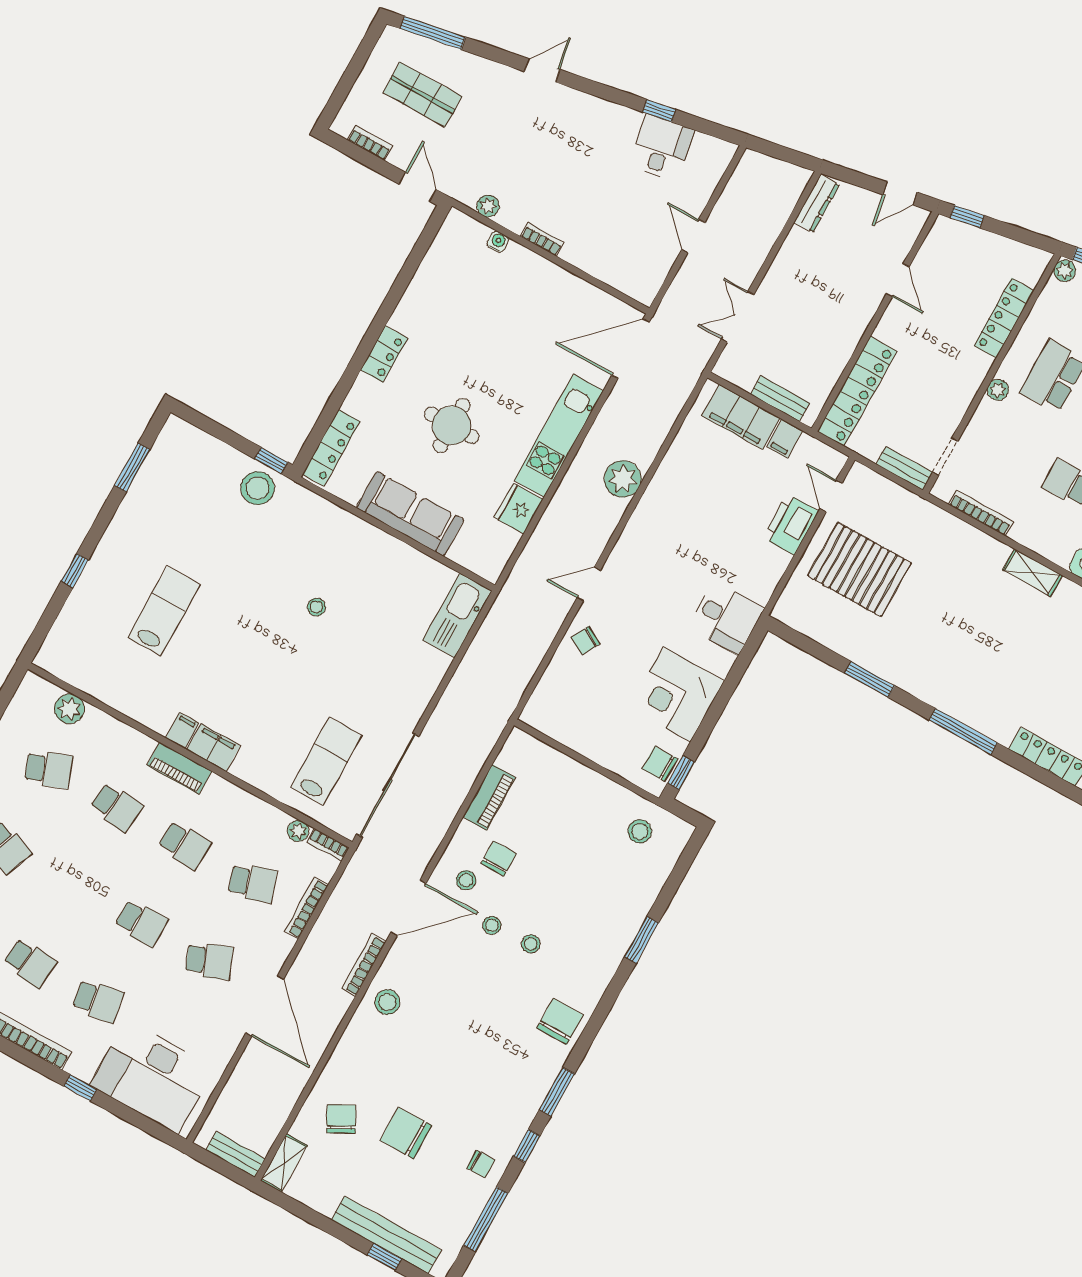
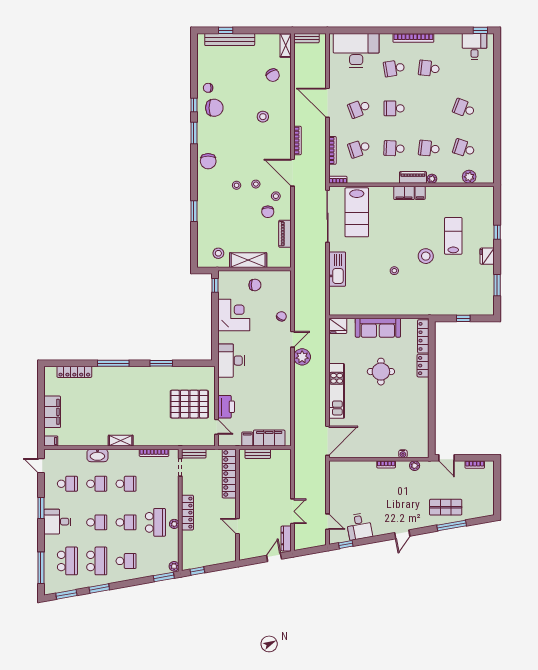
window: (433, 33) -> (452, 526), moved
door: (542, 70) -> (402, 534), moved
shop shelf: (422, 94) -> (446, 507), moved
window: (659, 111) -> (346, 544), moved
door: (900, 194) -> (274, 557), moved
window: (967, 217) -> (197, 571), moved
door: (693, 236) -> (327, 522), moved
double door: (738, 317) -> (292, 511), moved
locker: (1004, 318) -> (188, 513), moved
locker: (384, 354) -> (423, 366), moved
plant: (998, 390) -> (174, 524), moved
window: (271, 461) -> (463, 318), moved
plant: (623, 479) -> (302, 357), moved
stool: (258, 488) -> (426, 256), moved
fridge: (519, 508) -> (338, 326), moved, turned 90
fridge: (120, 535) -> (487, 256), added
lab bench: (164, 611) -> (453, 236), turned 180
kitchen sink: (457, 616) -> (337, 269), moved
desk: (726, 618) -> (231, 361), width x1.37
lab bench: (326, 761) -> (357, 212), width x1.36, depth x1.39
chair: (660, 764) -> (255, 285), moved
school desk: (49, 769) -> (464, 148), turned 39
shelving: (589, 786) -> (248, 260), added
plant: (298, 831) -> (432, 179), moved
door: (408, 908) -> (292, 173), hinge flipped
stool: (387, 1002) -> (263, 117), moved
window: (80, 1088) -> (382, 30), removed
chair: (406, 1133) -> (214, 108), moved
window: (486, 1219) -> (194, 67), removed

